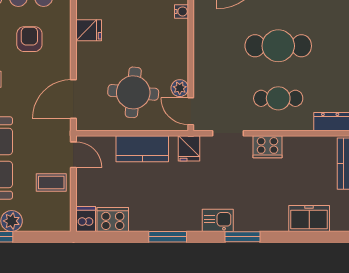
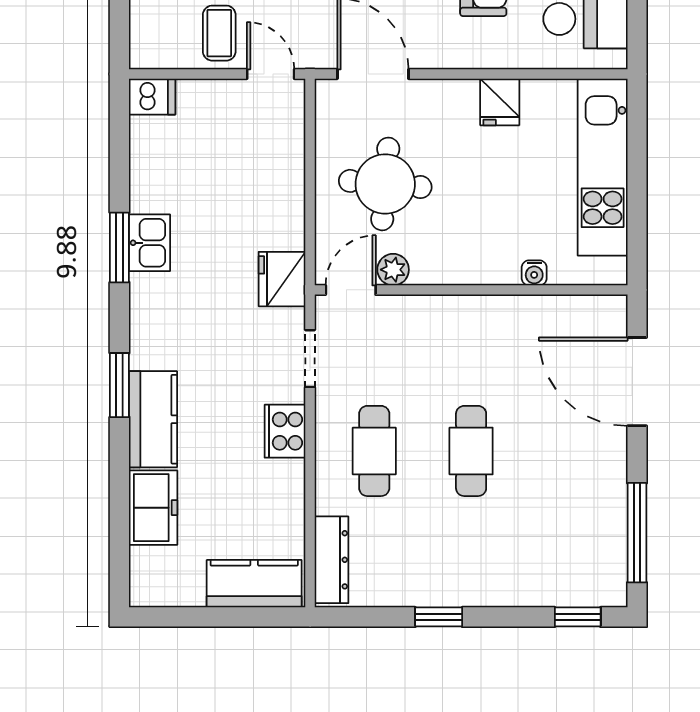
cafe table: (278, 46) -> (471, 451), width x0.73, depth x0.74
fridge: (189, 148) -> (282, 279), width x1.38
kitchen counter: (142, 149) -> (153, 419), moved, turned 180
door: (73, 155) -> (271, 74), swing flipped
cooker: (113, 219) -> (151, 146), removed
kitchen sink: (218, 220) -> (150, 243), moved

